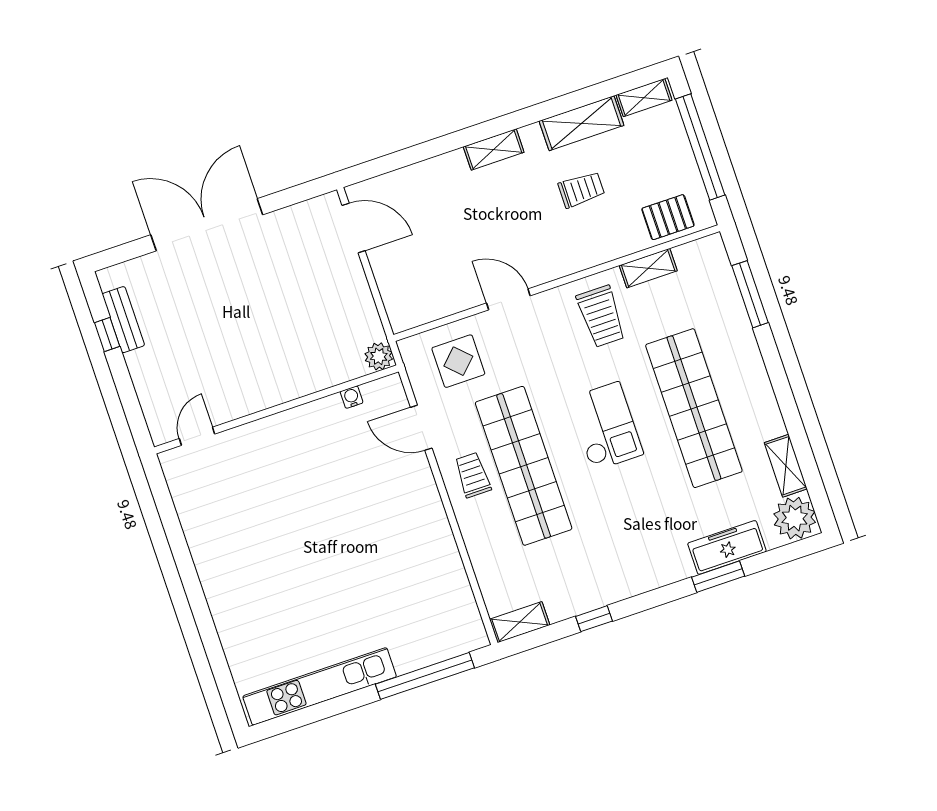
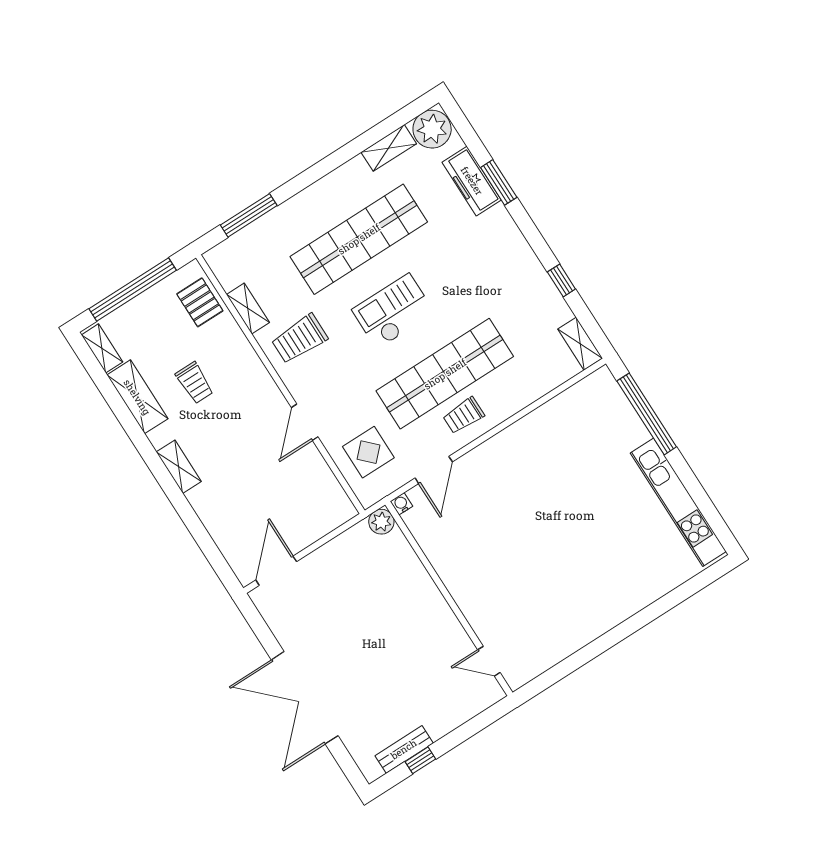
trolley: (581, 190) -> (195, 383), turned 180
trolley: (601, 316) -> (299, 339), turned 180
water cooler: (352, 397) -> (401, 504), moved, turned 90

